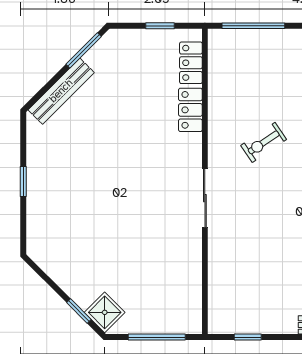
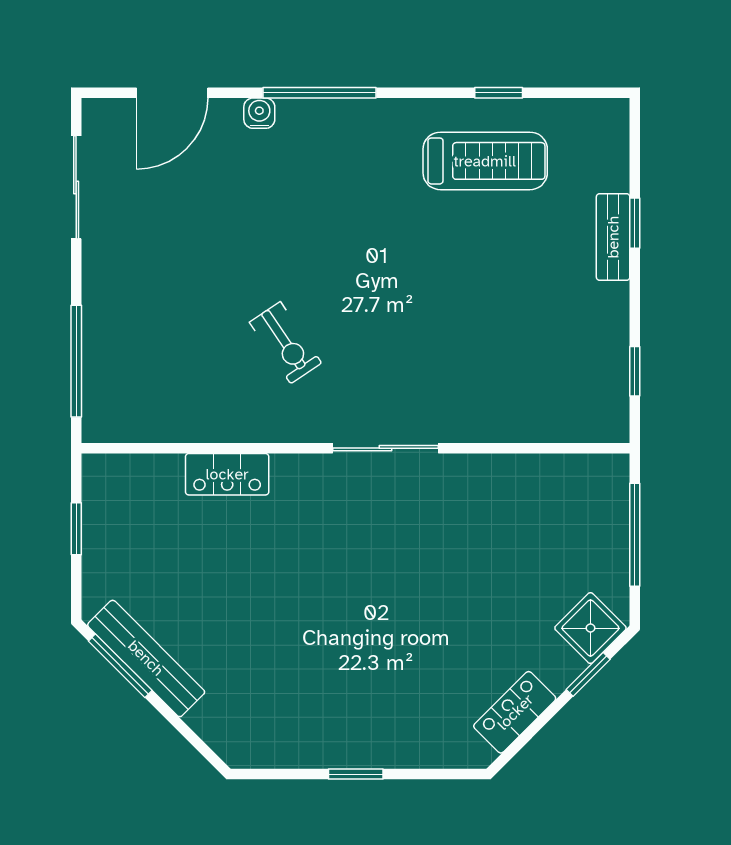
locker: (191, 63) -> (515, 712), moved, turned 135
bench: (61, 91) -> (146, 658), moved

